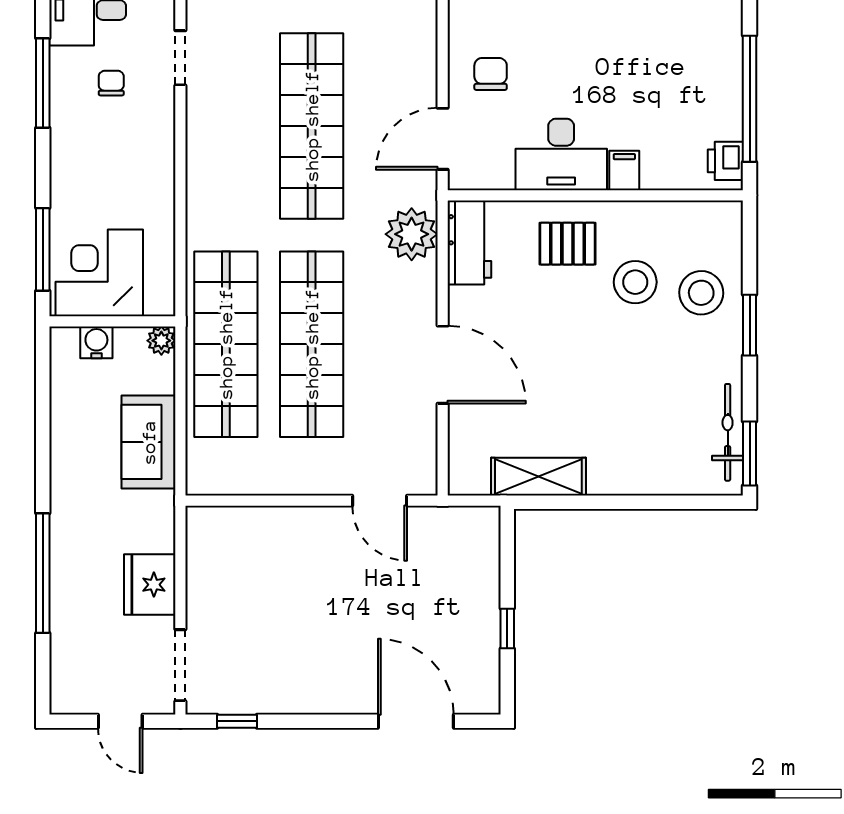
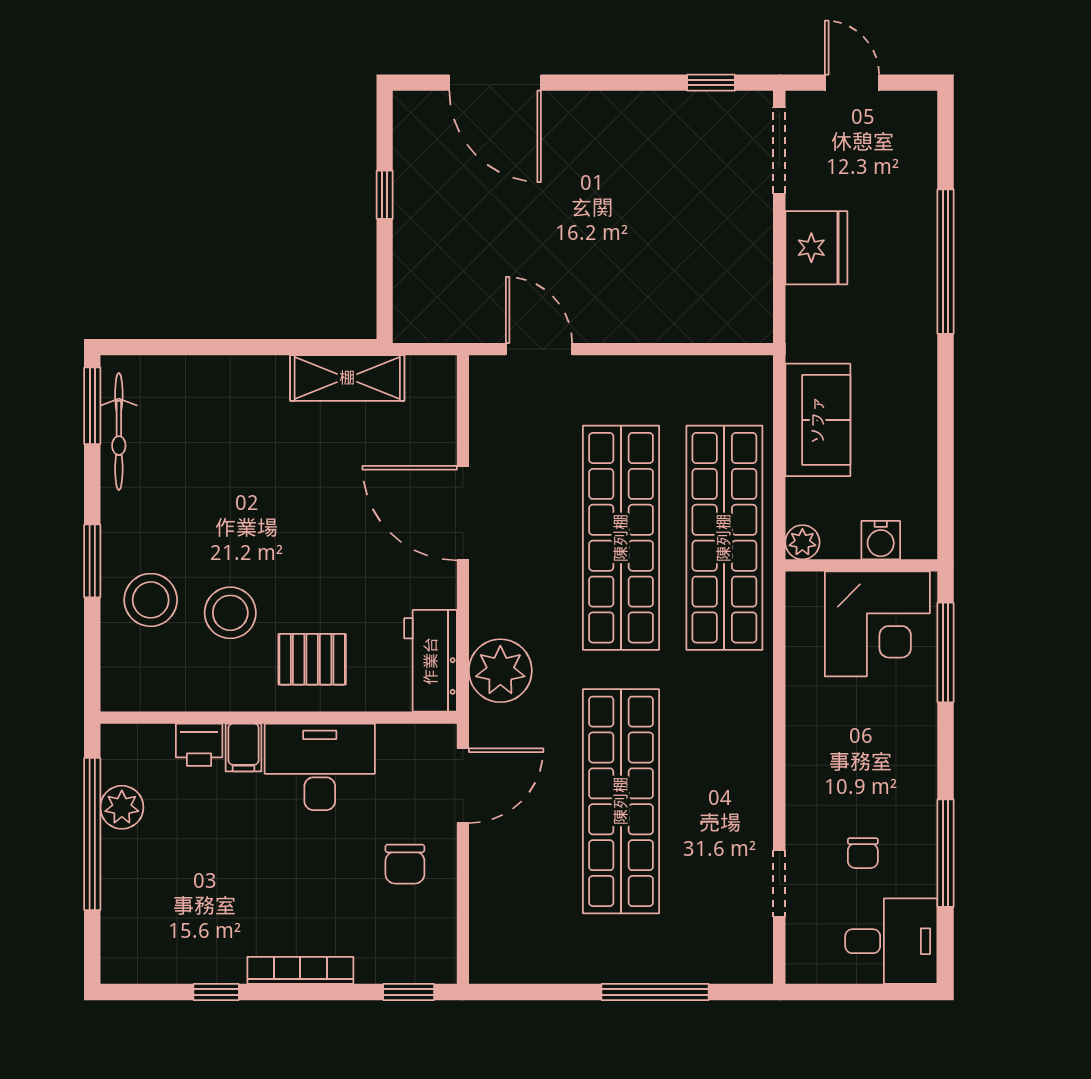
plant: (725, 121) -> (122, 807), added
printer: (725, 161) -> (199, 745), moved, turned 90

